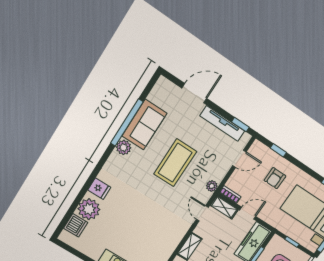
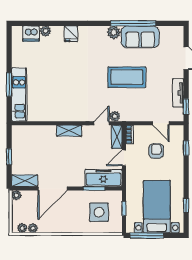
tv unit: (222, 123) -> (178, 93), width x0.71
armchair: (275, 178) -> (156, 151), moved, turned 90
plant: (212, 186) -> (115, 116), moved
plant: (89, 209) -> (45, 31), width x0.53, depth x0.53
door: (248, 213) -> (124, 158), swing flipped

